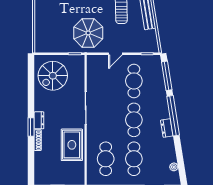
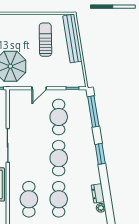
window: (173, 116) -> (100, 154), width x0.47
dresser: (167, 128) -> (98, 193), moved

